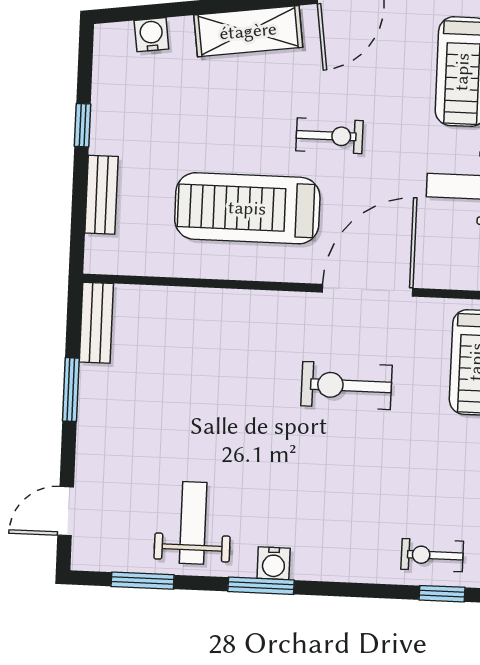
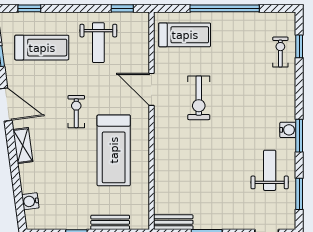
shelving: (248, 31) -> (23, 146), width x0.67, depth x0.75
door: (368, 290) -> (151, 89), width x0.73
weight bench: (193, 523) -> (270, 170), turned 90
exercise bike: (432, 555) -> (280, 52), turned 180

